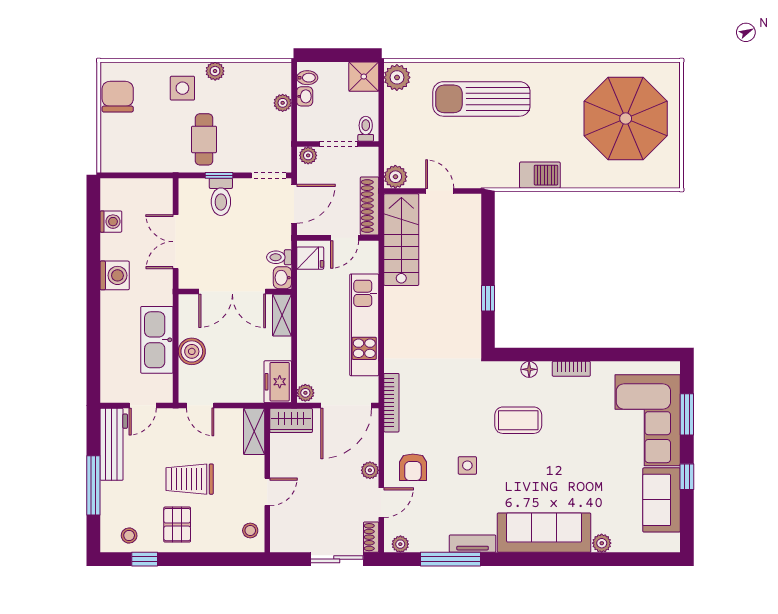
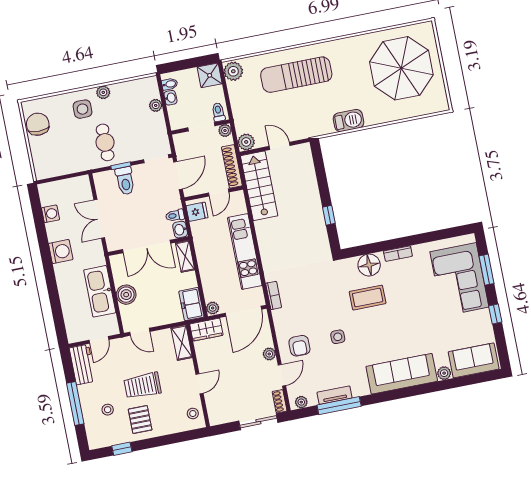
plant: (308, 155) -> (225, 130), moved
floor lamp: (529, 369) -> (369, 265), width x1.89, depth x1.89
bookcase: (391, 403) -> (274, 295), width x0.64
workbench: (114, 444) -> (82, 365), width x0.73
sofa: (662, 500) -> (474, 360), moved, turned 90
stool: (129, 535) -> (108, 410), moved
tv unit: (473, 544) -> (335, 395), moved

